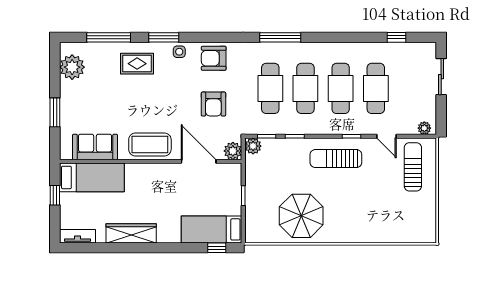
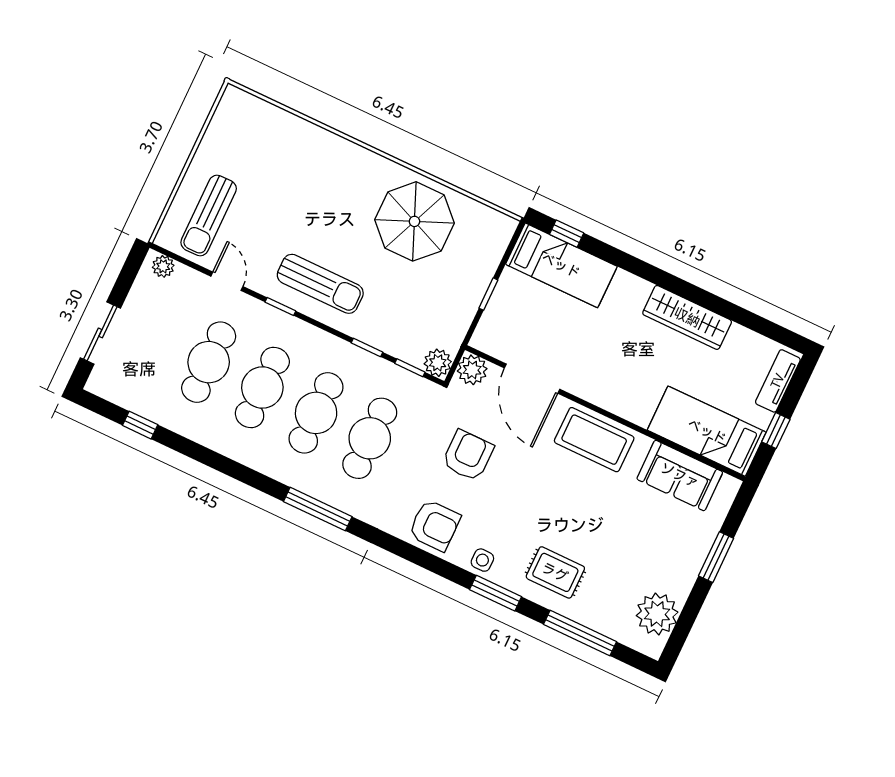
tv unit: (77, 236) -> (778, 381), moved, turned 90

